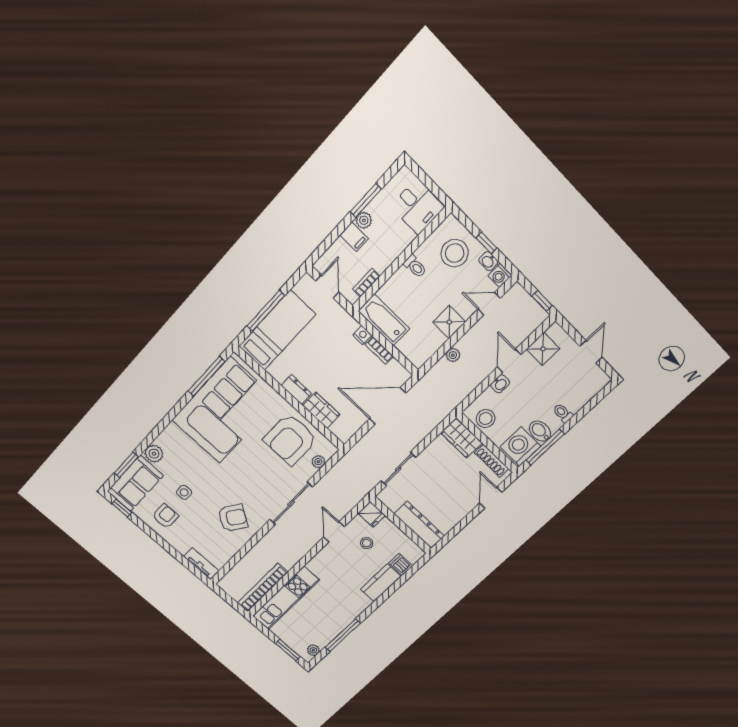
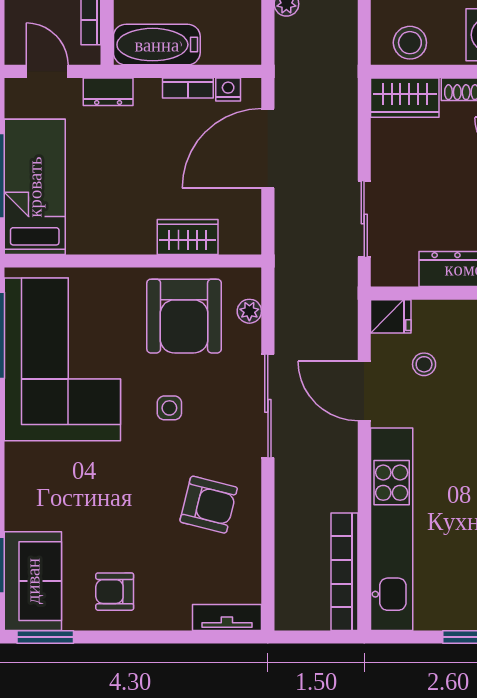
nightstand: (362, 335) -> (228, 89), moved
dresser: (296, 390) -> (108, 92), moved, turned 180
plant: (154, 454) -> (21, 512), removed
side table: (184, 492) -> (169, 408), moved
window: (122, 508) -> (45, 637), width x1.50
armchair: (165, 516) -> (115, 592), turned -90
armchair: (233, 518) -> (209, 505), turned 70
door: (334, 532) -> (364, 391), width x1.38
kitchen unit: (286, 598) -> (392, 529), width x1.36

